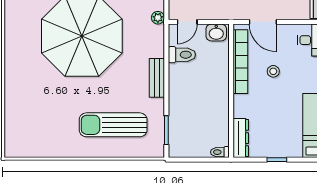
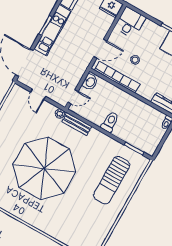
door: (187, 22) -> (73, 97), hinge flipped
toilet: (182, 55) -> (110, 122), moved
bench: (157, 78) -> (77, 124), moved

